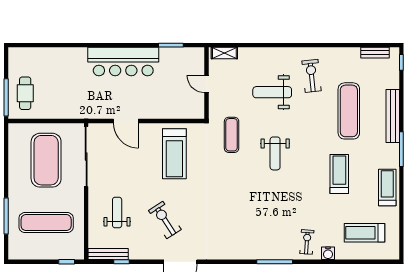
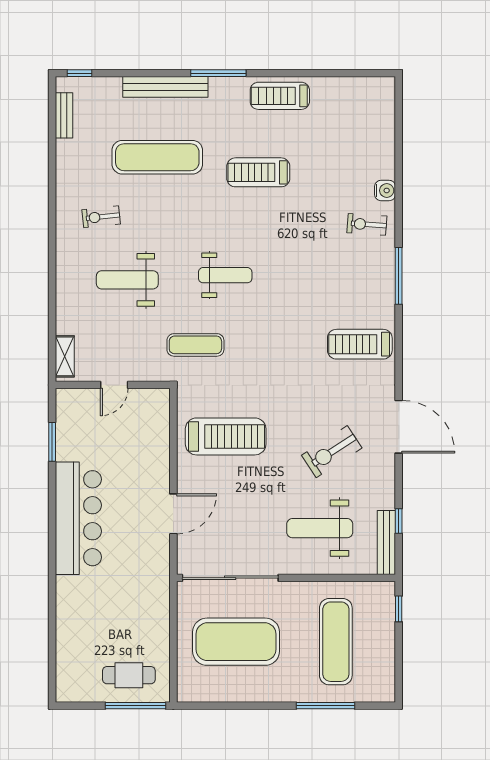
exercise bike: (312, 76) -> (101, 217), width x0.73, depth x0.72
weight bench: (272, 92) -> (127, 280), turned 90
weight bench: (117, 212) -> (320, 528), width x1.36, depth x1.33
treadmill: (364, 233) -> (360, 344), moved, turned 90

